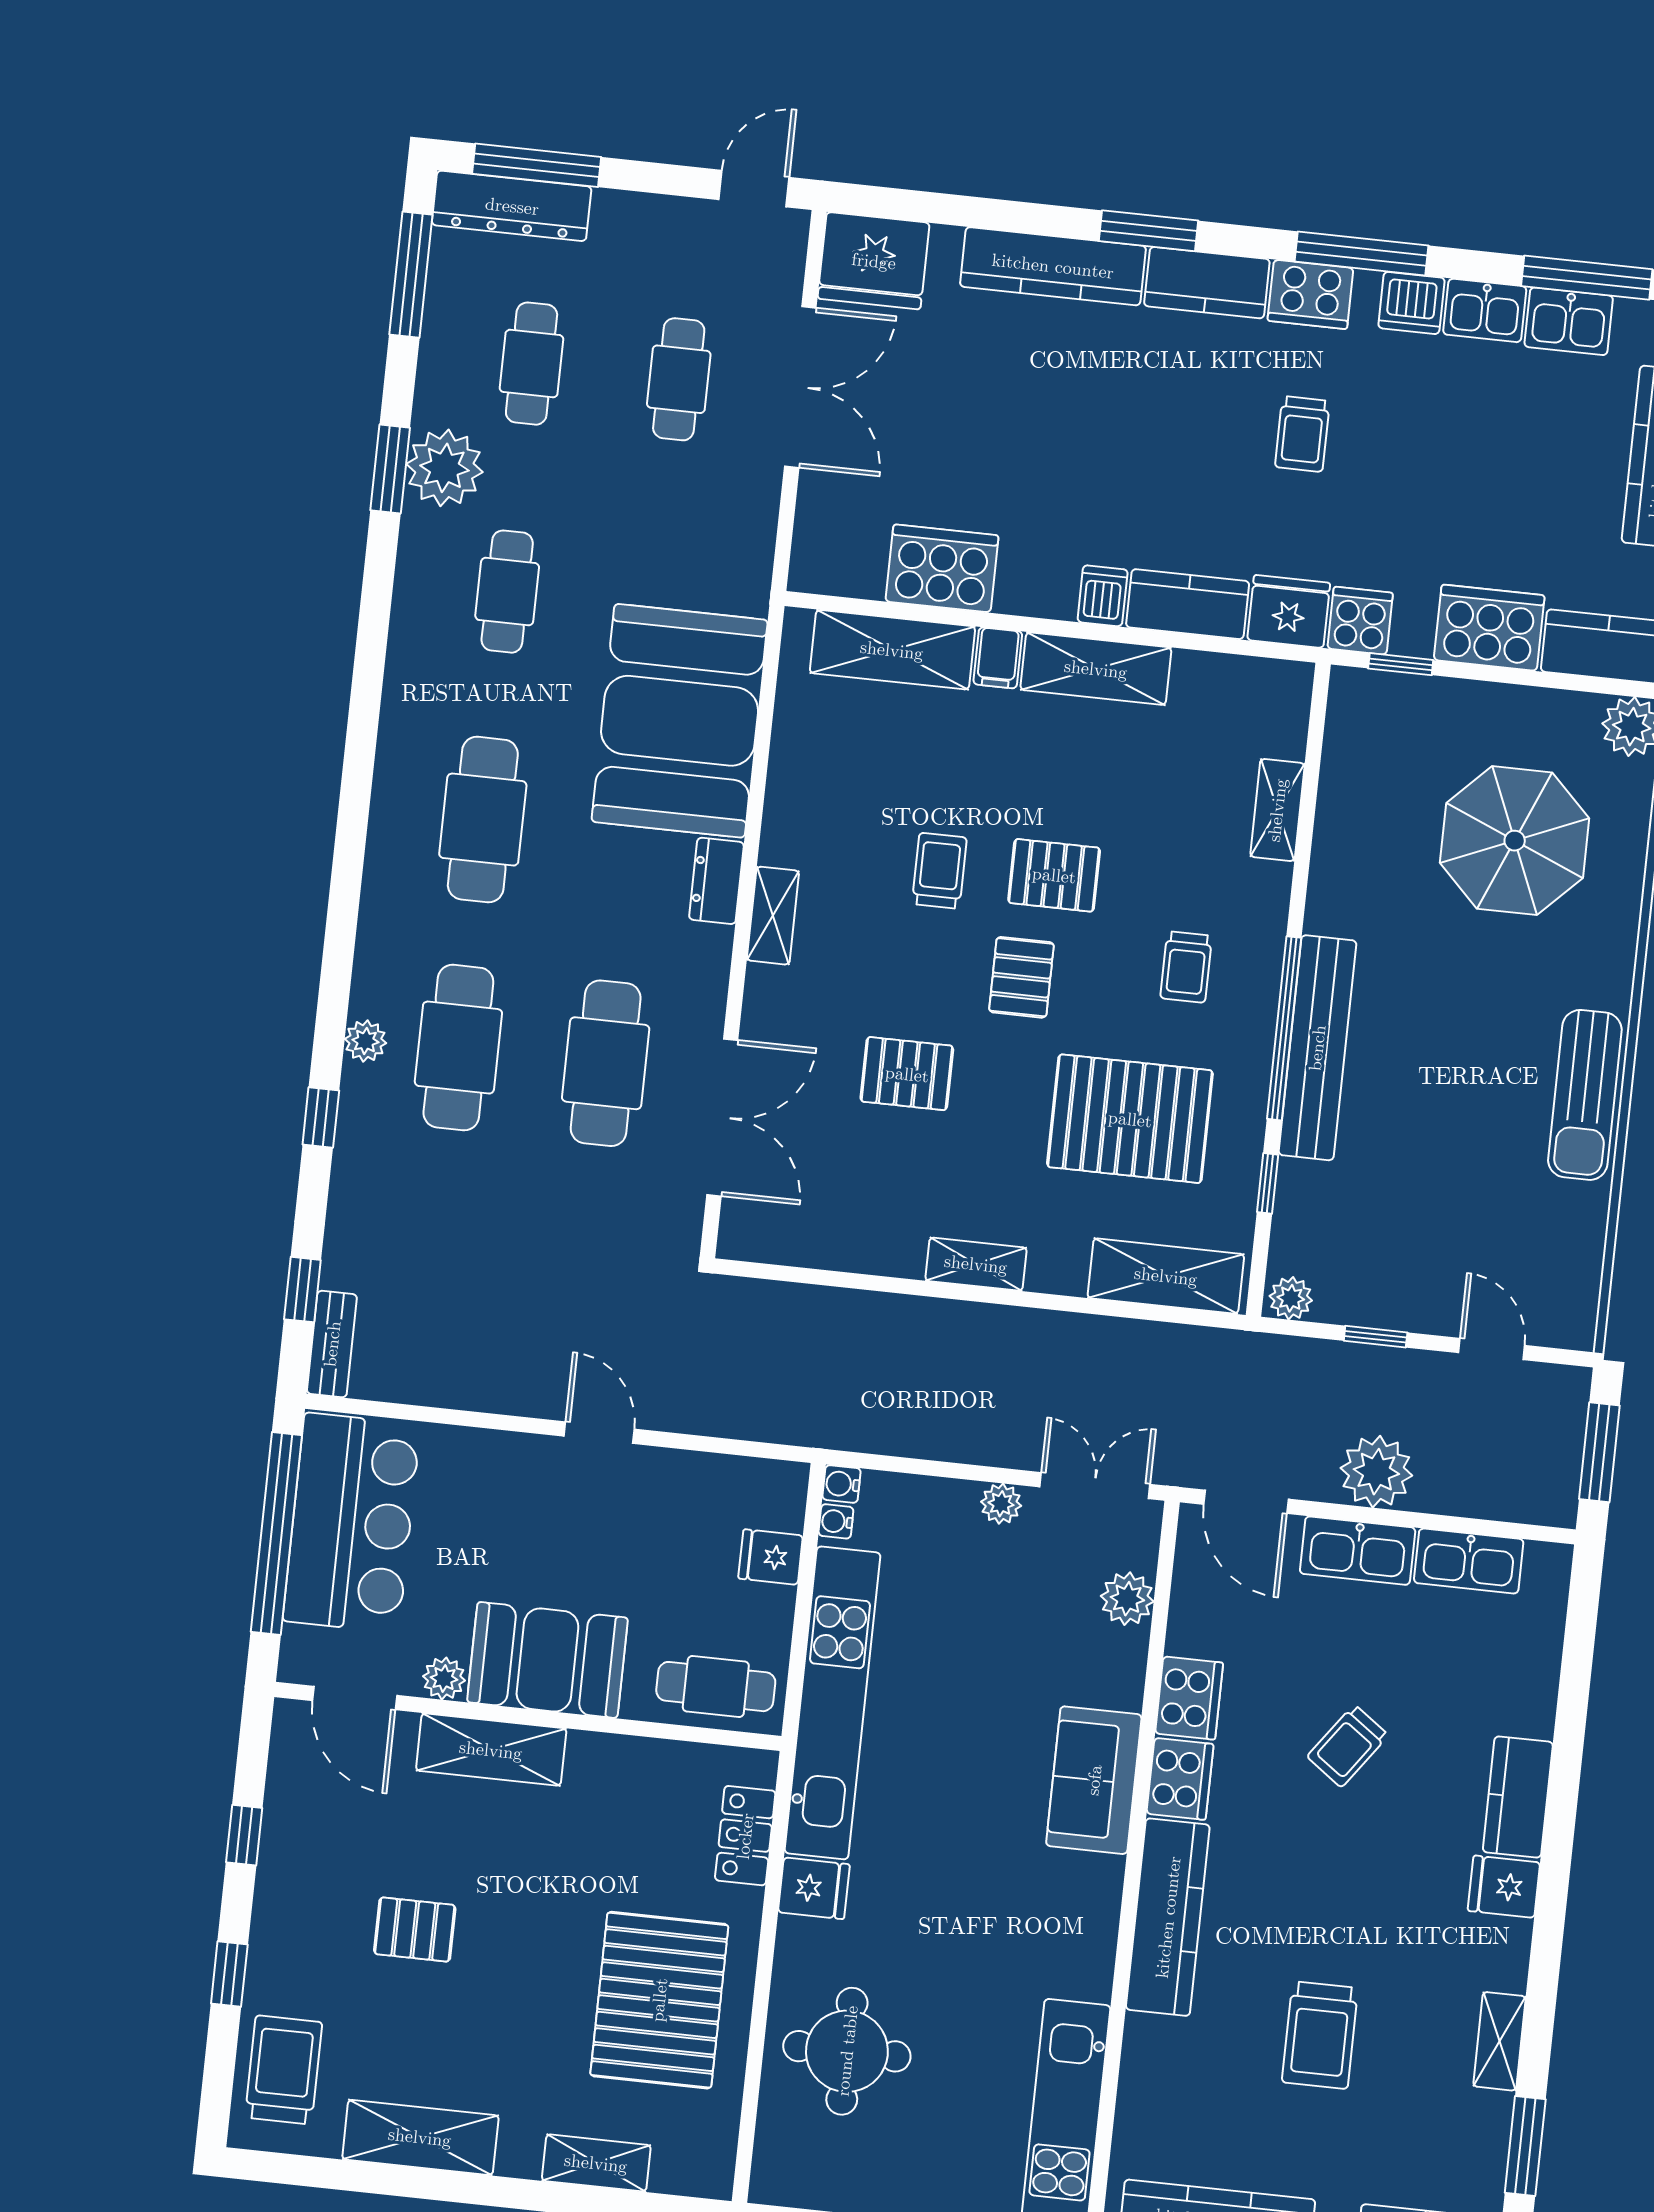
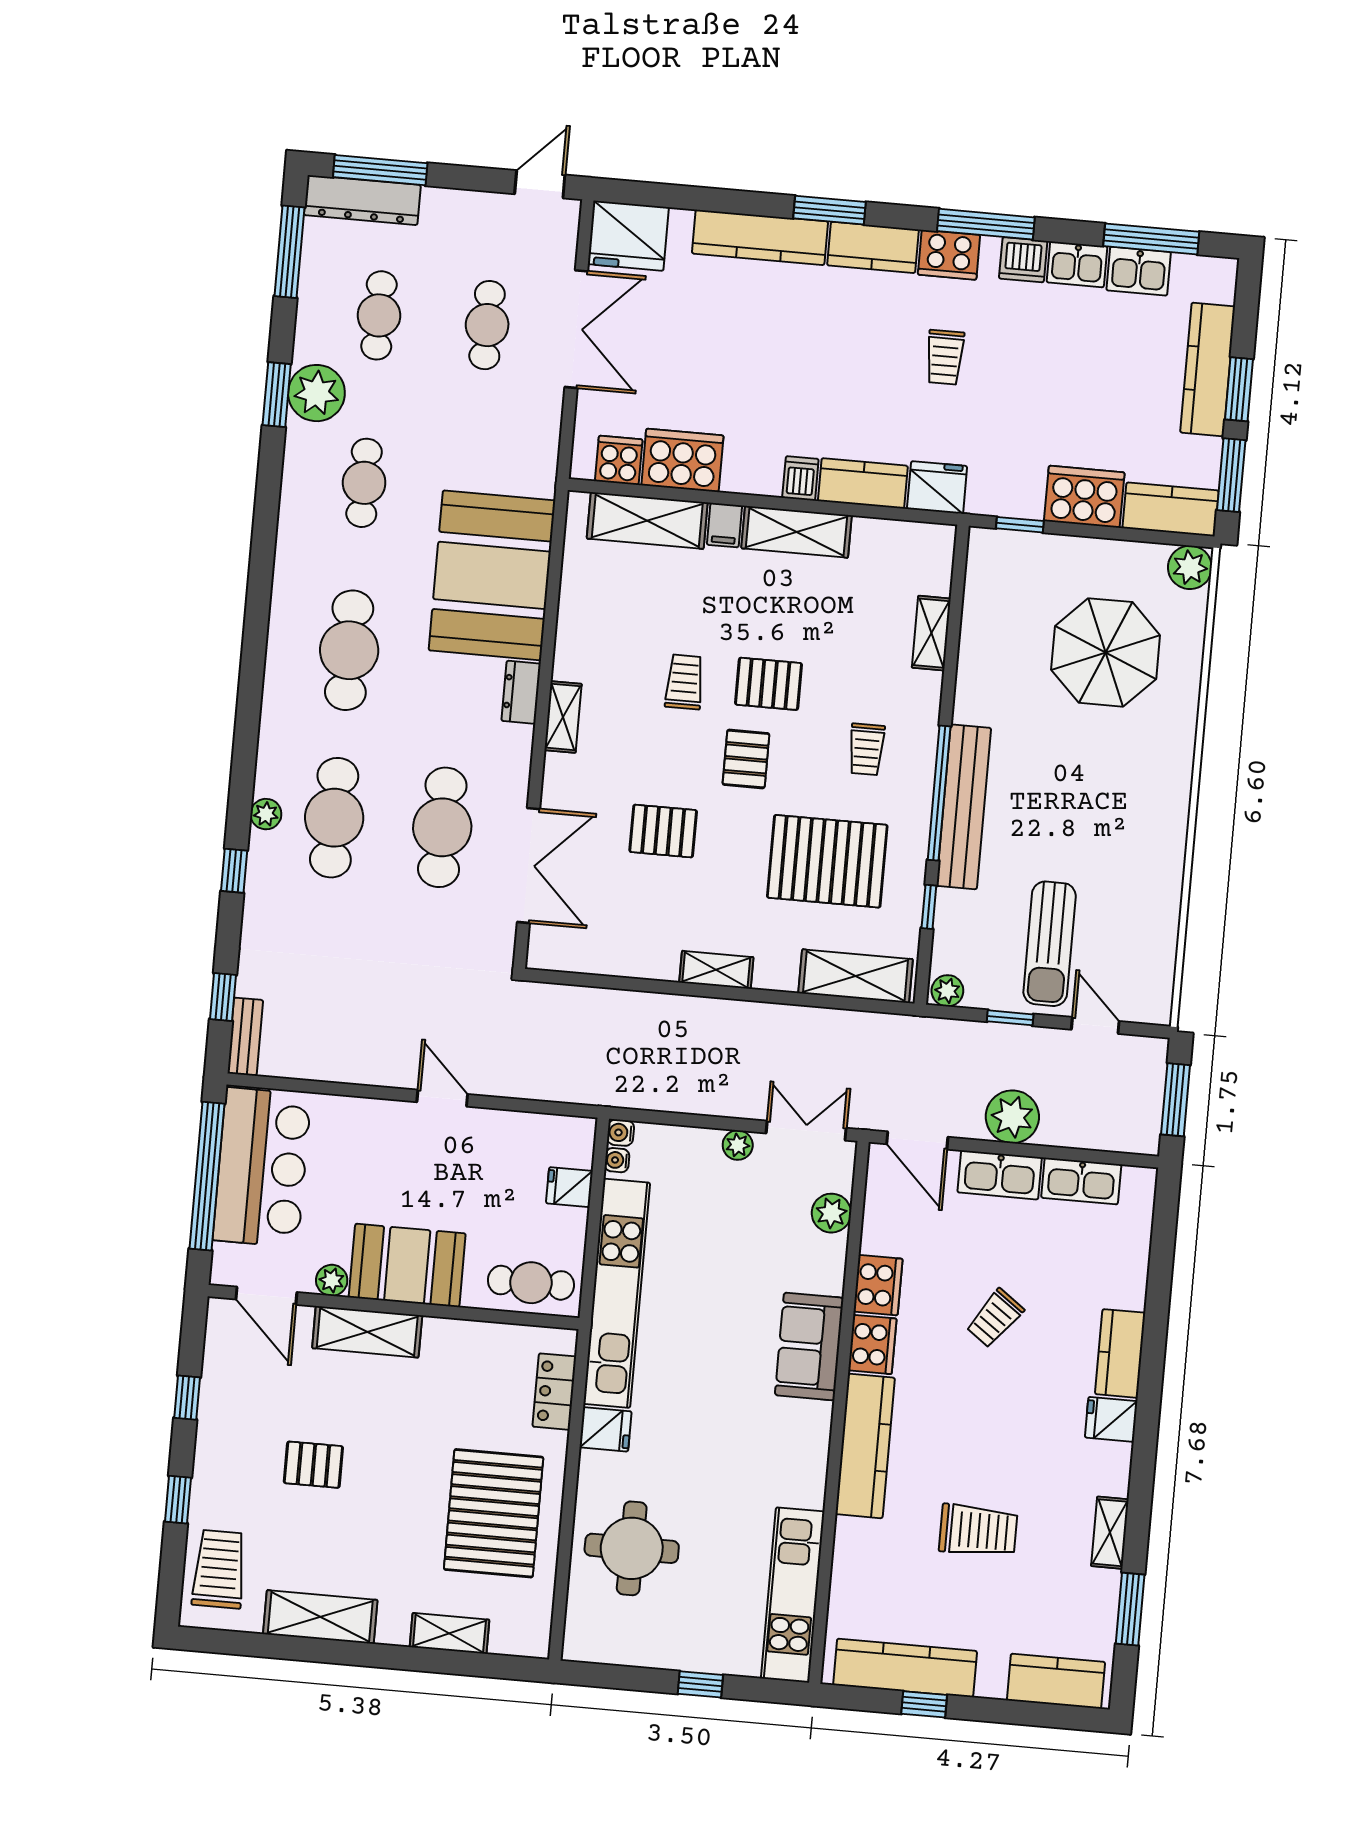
cooker: (1360, 621) -> (619, 460), moved
sun lounger: (1585, 1095) -> (1050, 944), moved
trolley: (1320, 2035) -> (978, 1530), turned -90

